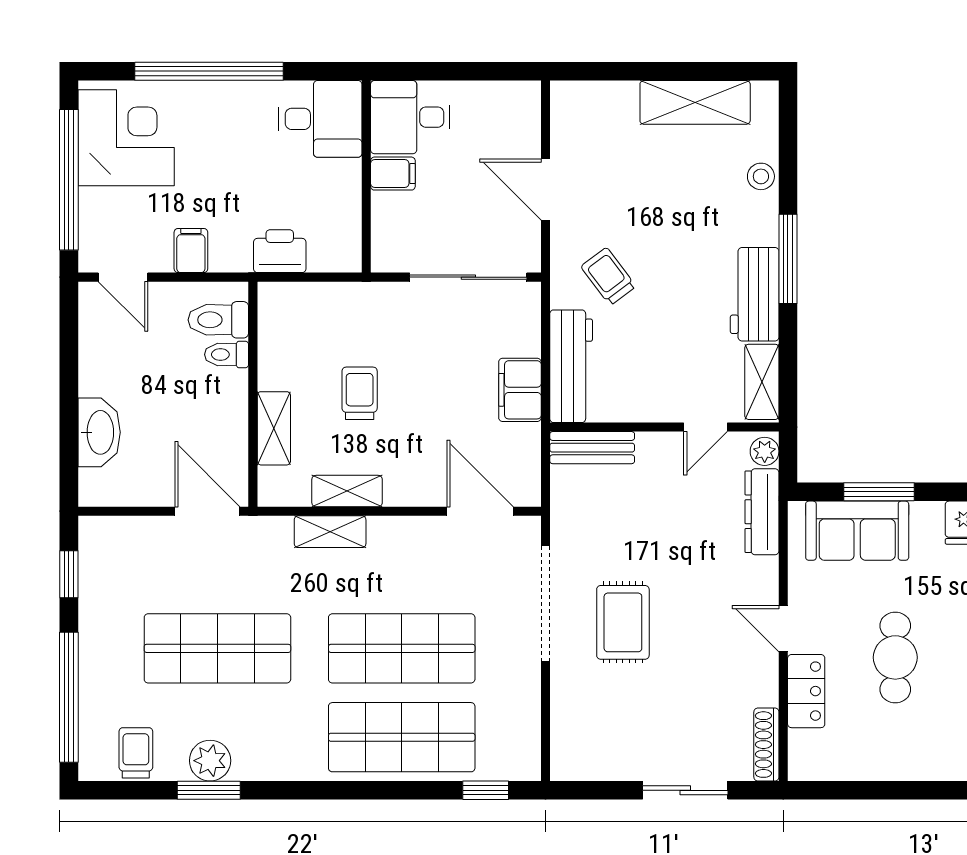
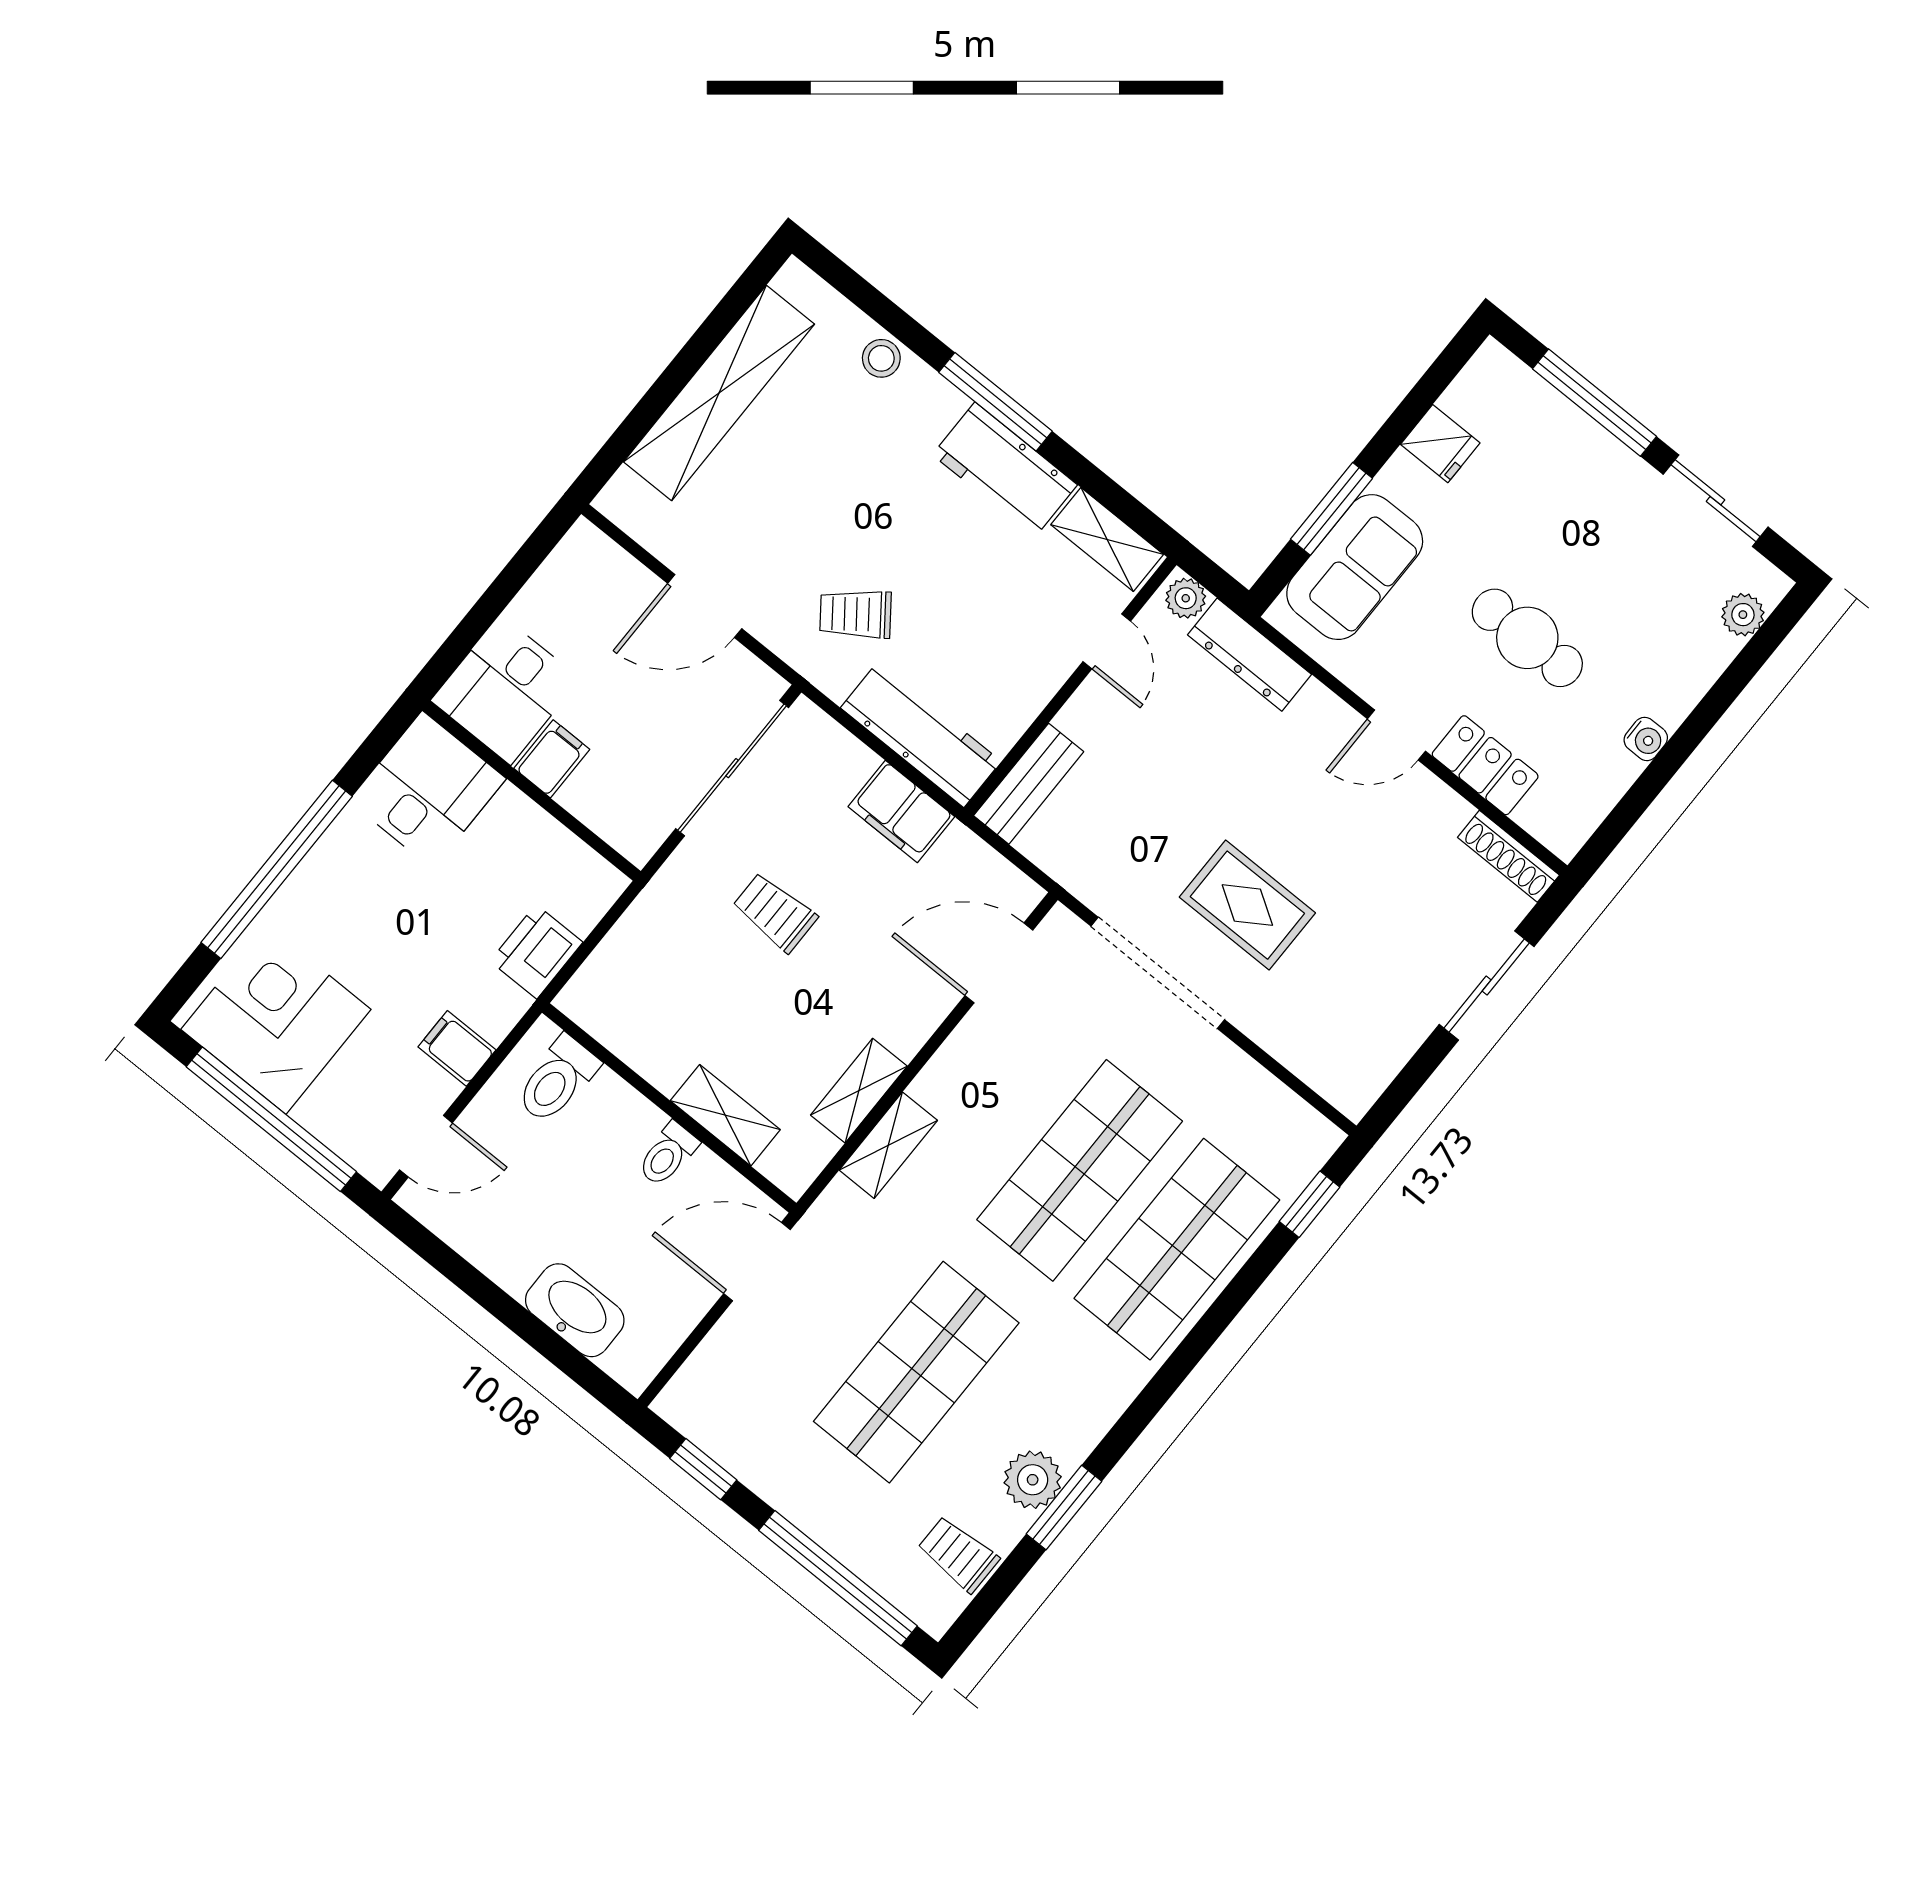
shelving: (695, 102) -> (719, 393), width x1.47
toilet: (227, 354) -> (668, 1154), moved
trolley: (360, 393) -> (775, 912), moved
water cooler: (892, 768) -> (1646, 739), added

